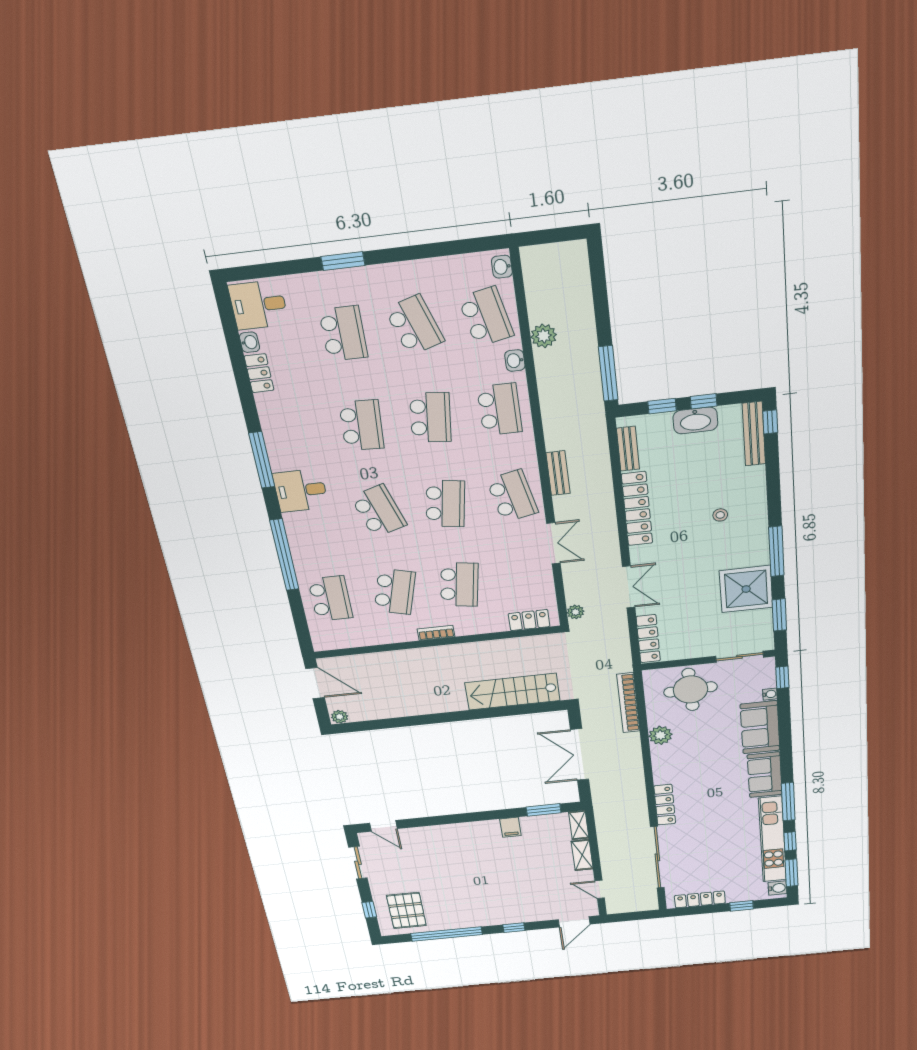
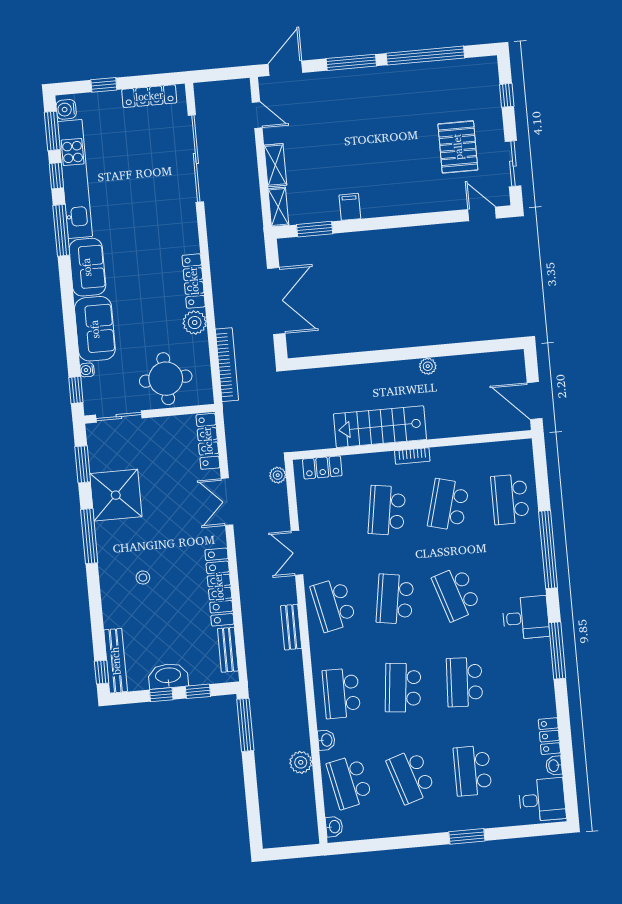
stairs: (512, 692) -> (380, 427), moved, turned 180
plant: (340, 717) -> (428, 366), moved
locker: (665, 805) -> (194, 281), moved
pallet: (406, 911) -> (458, 147), moved
window: (514, 928) -> (351, 62), width x2.17

